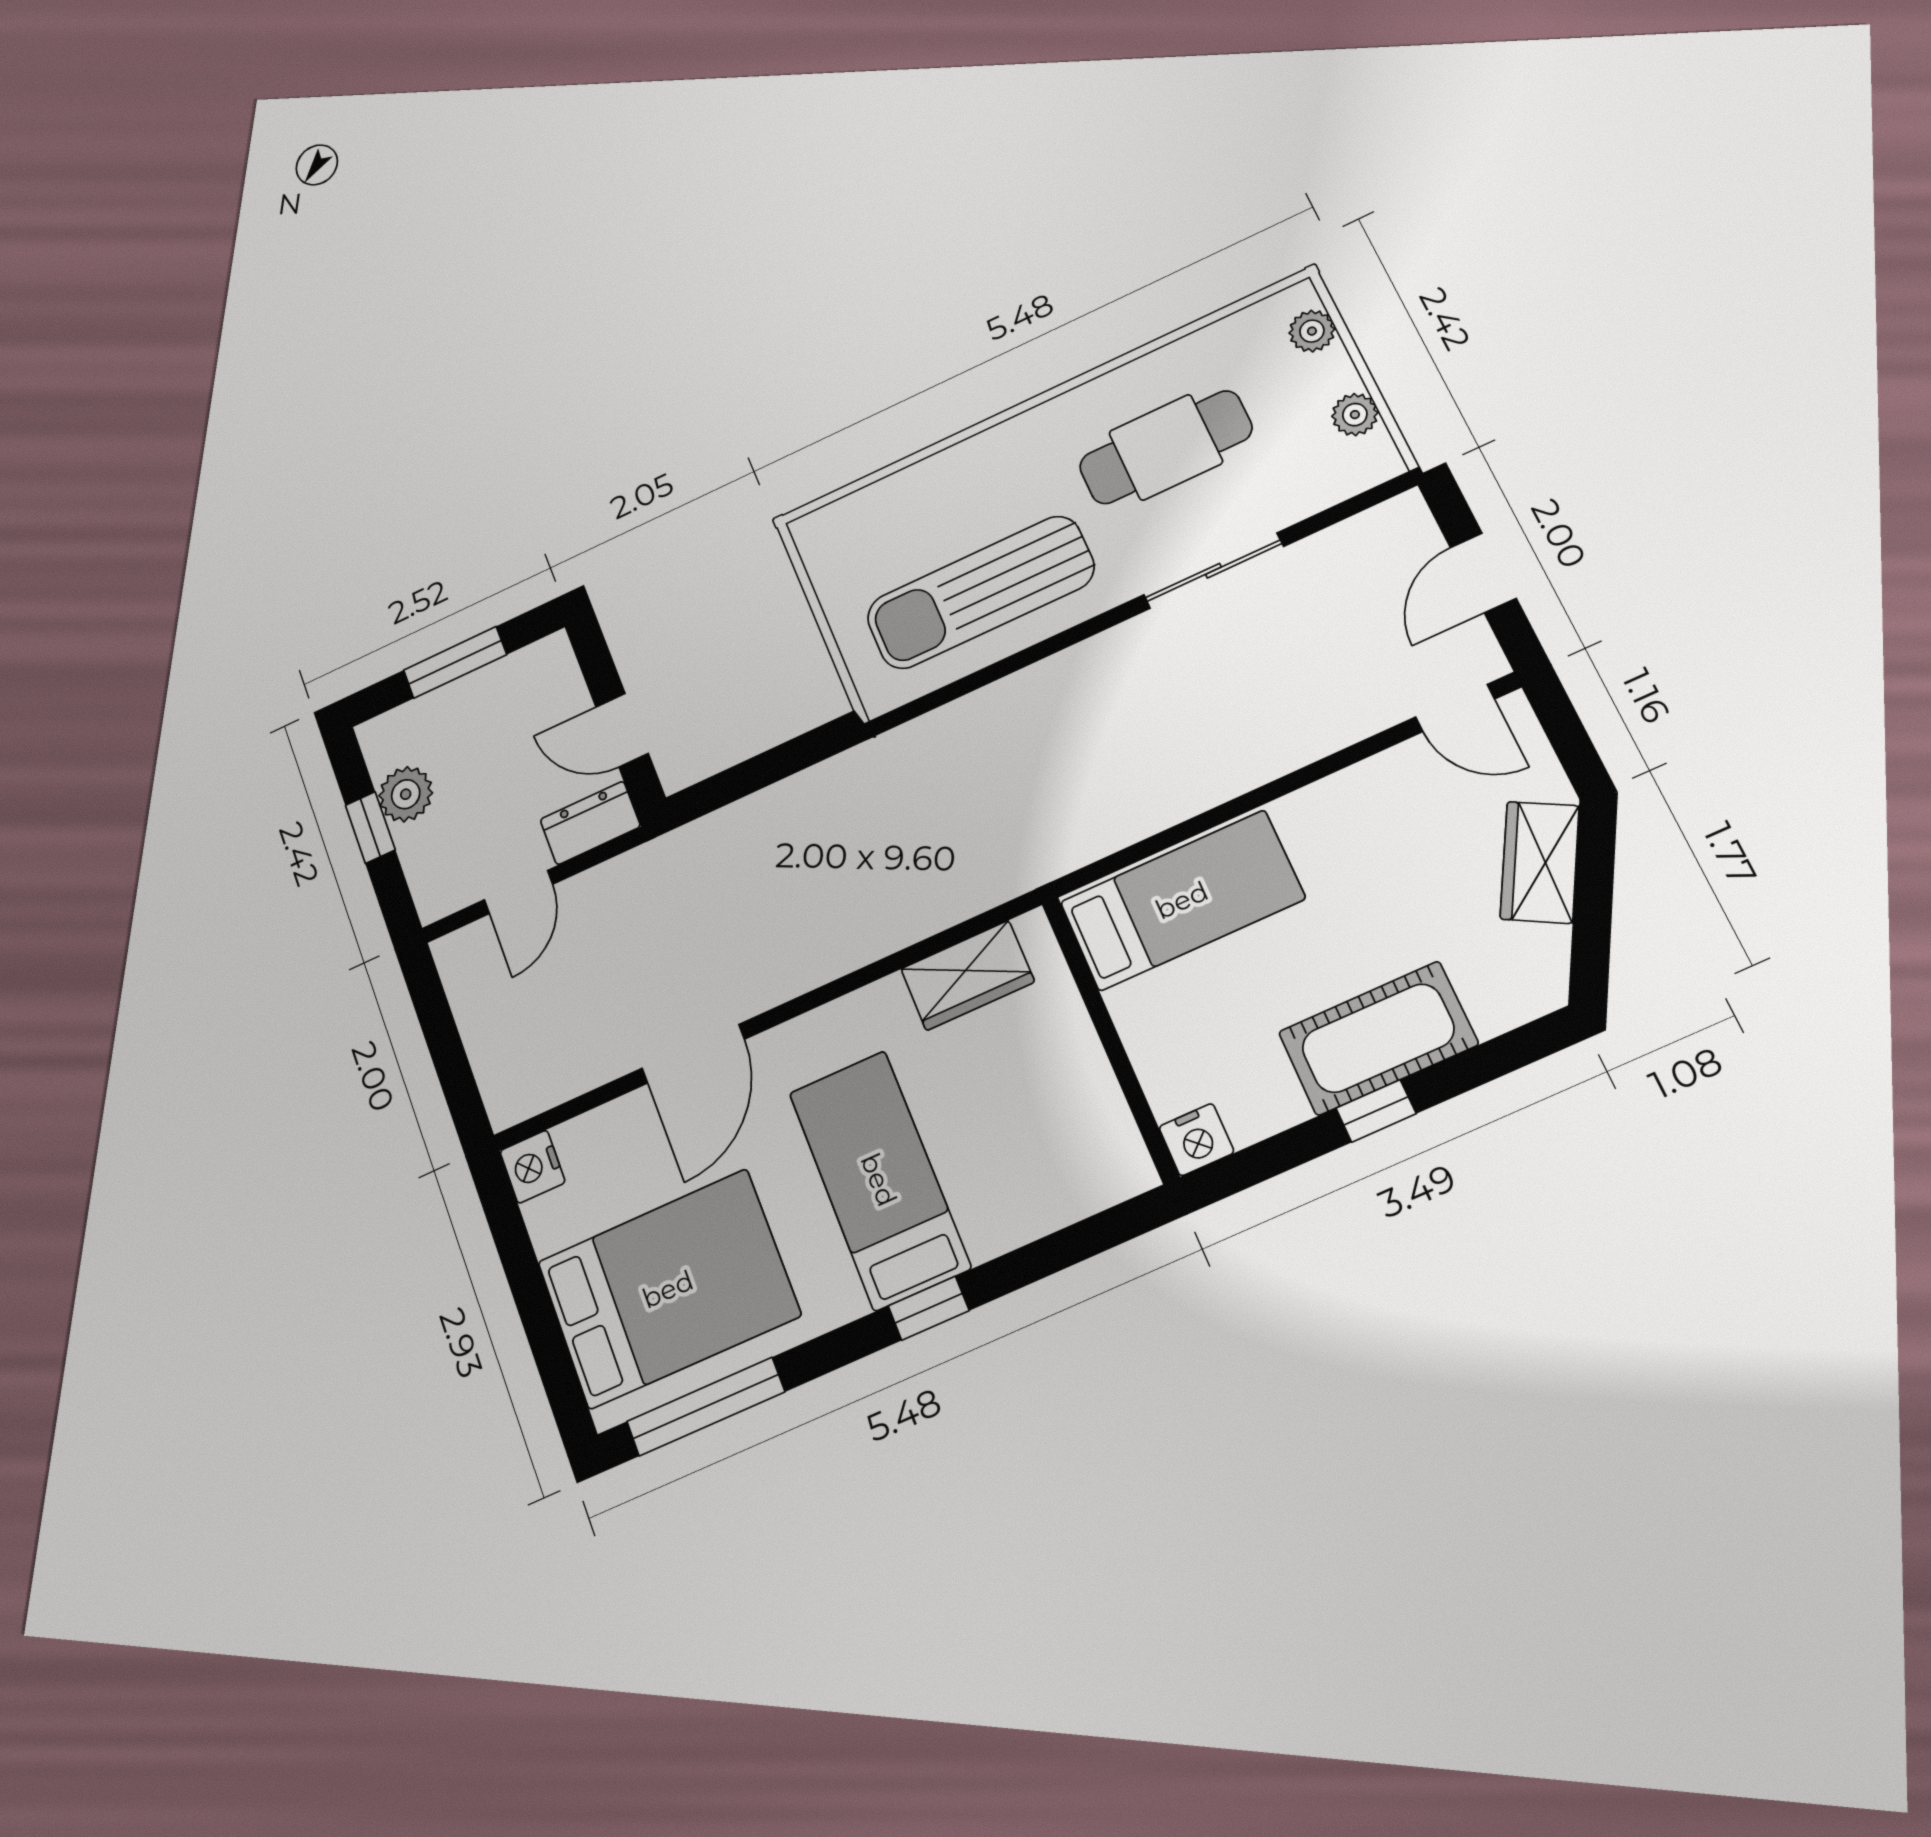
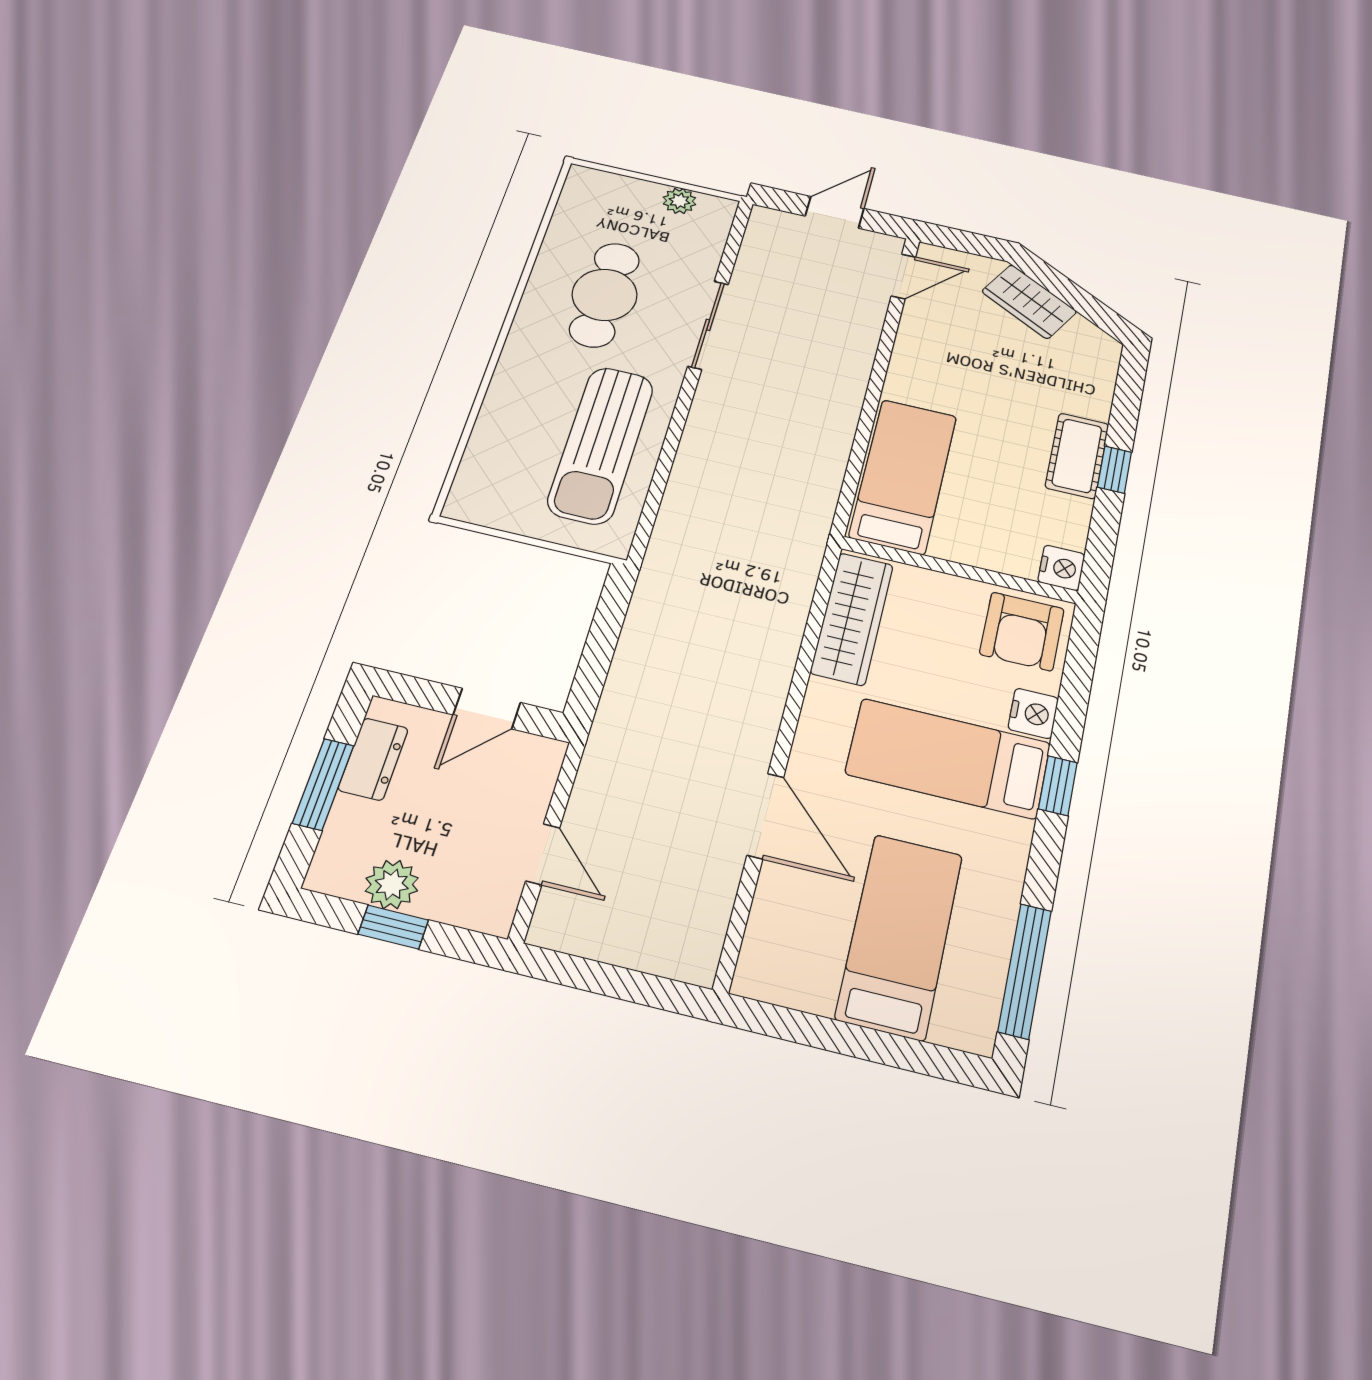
plant: (1312, 331) -> (606, 185), removed
door: (1483, 573) -> (835, 212), swing flipped
dresser: (590, 823) -> (373, 759), moved, turned 180
wardrobe: (967, 975) -> (852, 619), width x1.50
cot: (1378, 1038) -> (1077, 456), width x0.73, depth x0.75
armchair: (1084, 1152) -> (1022, 631), added
nightstand: (532, 1167) -> (1033, 713), moved, turned -90
bed: (668, 1289) -> (900, 936), width x0.67

